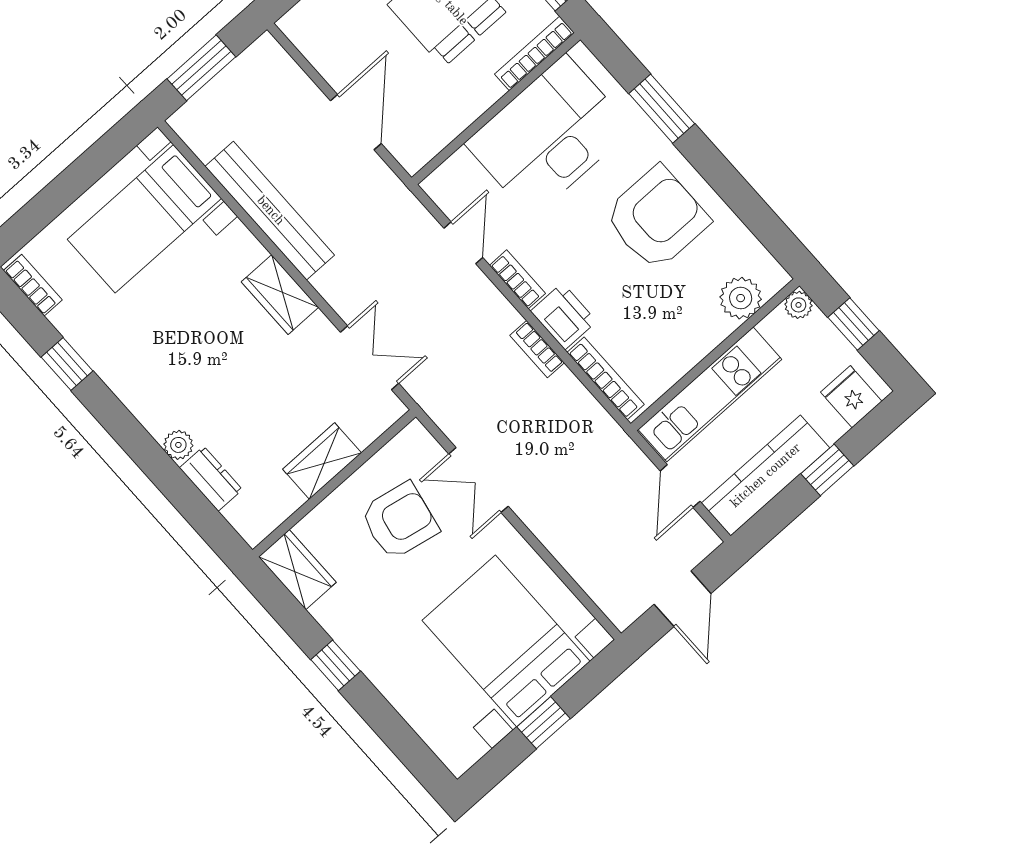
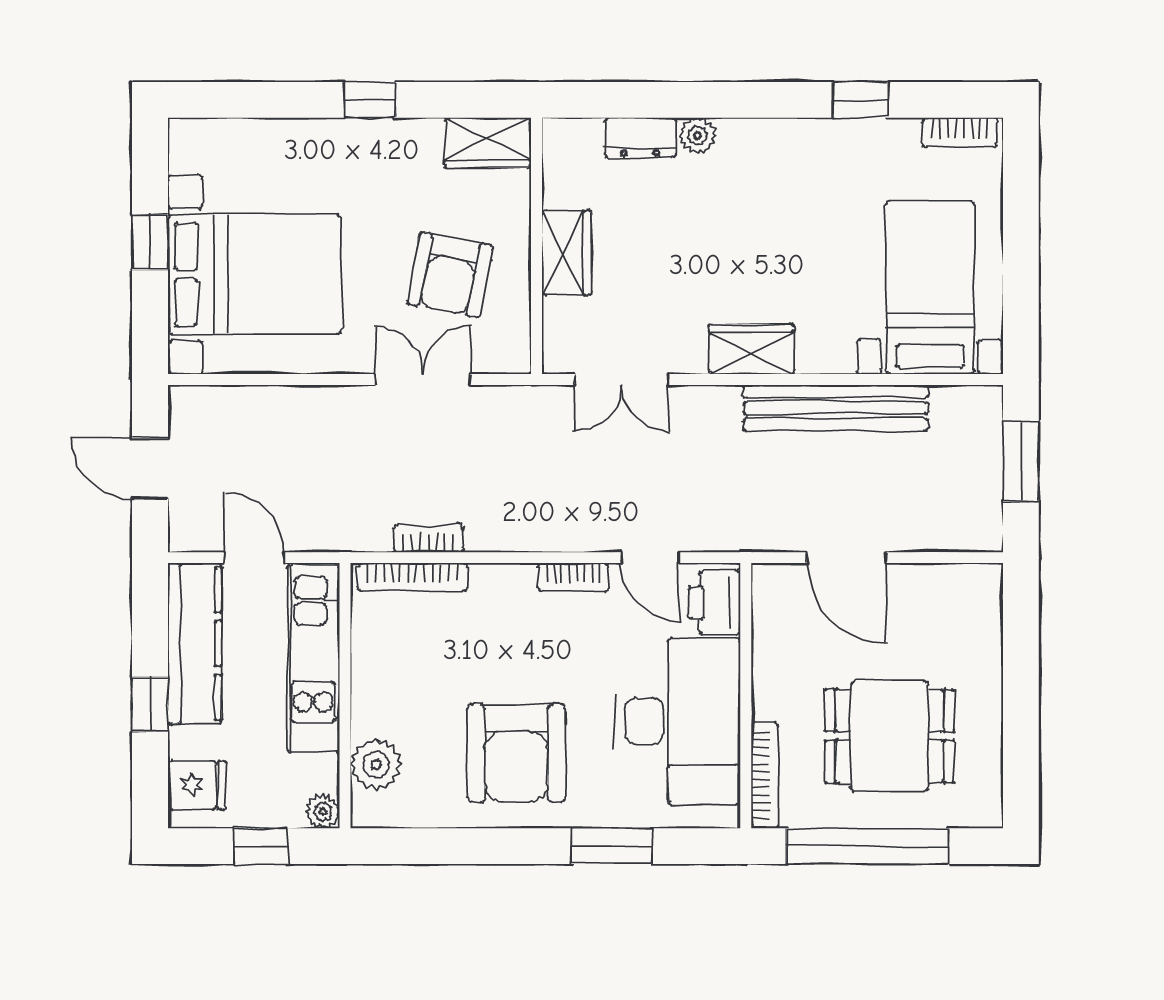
printer: (564, 316) -> (714, 603), moved, turned 90
bookcase: (537, 349) -> (428, 538), moved

